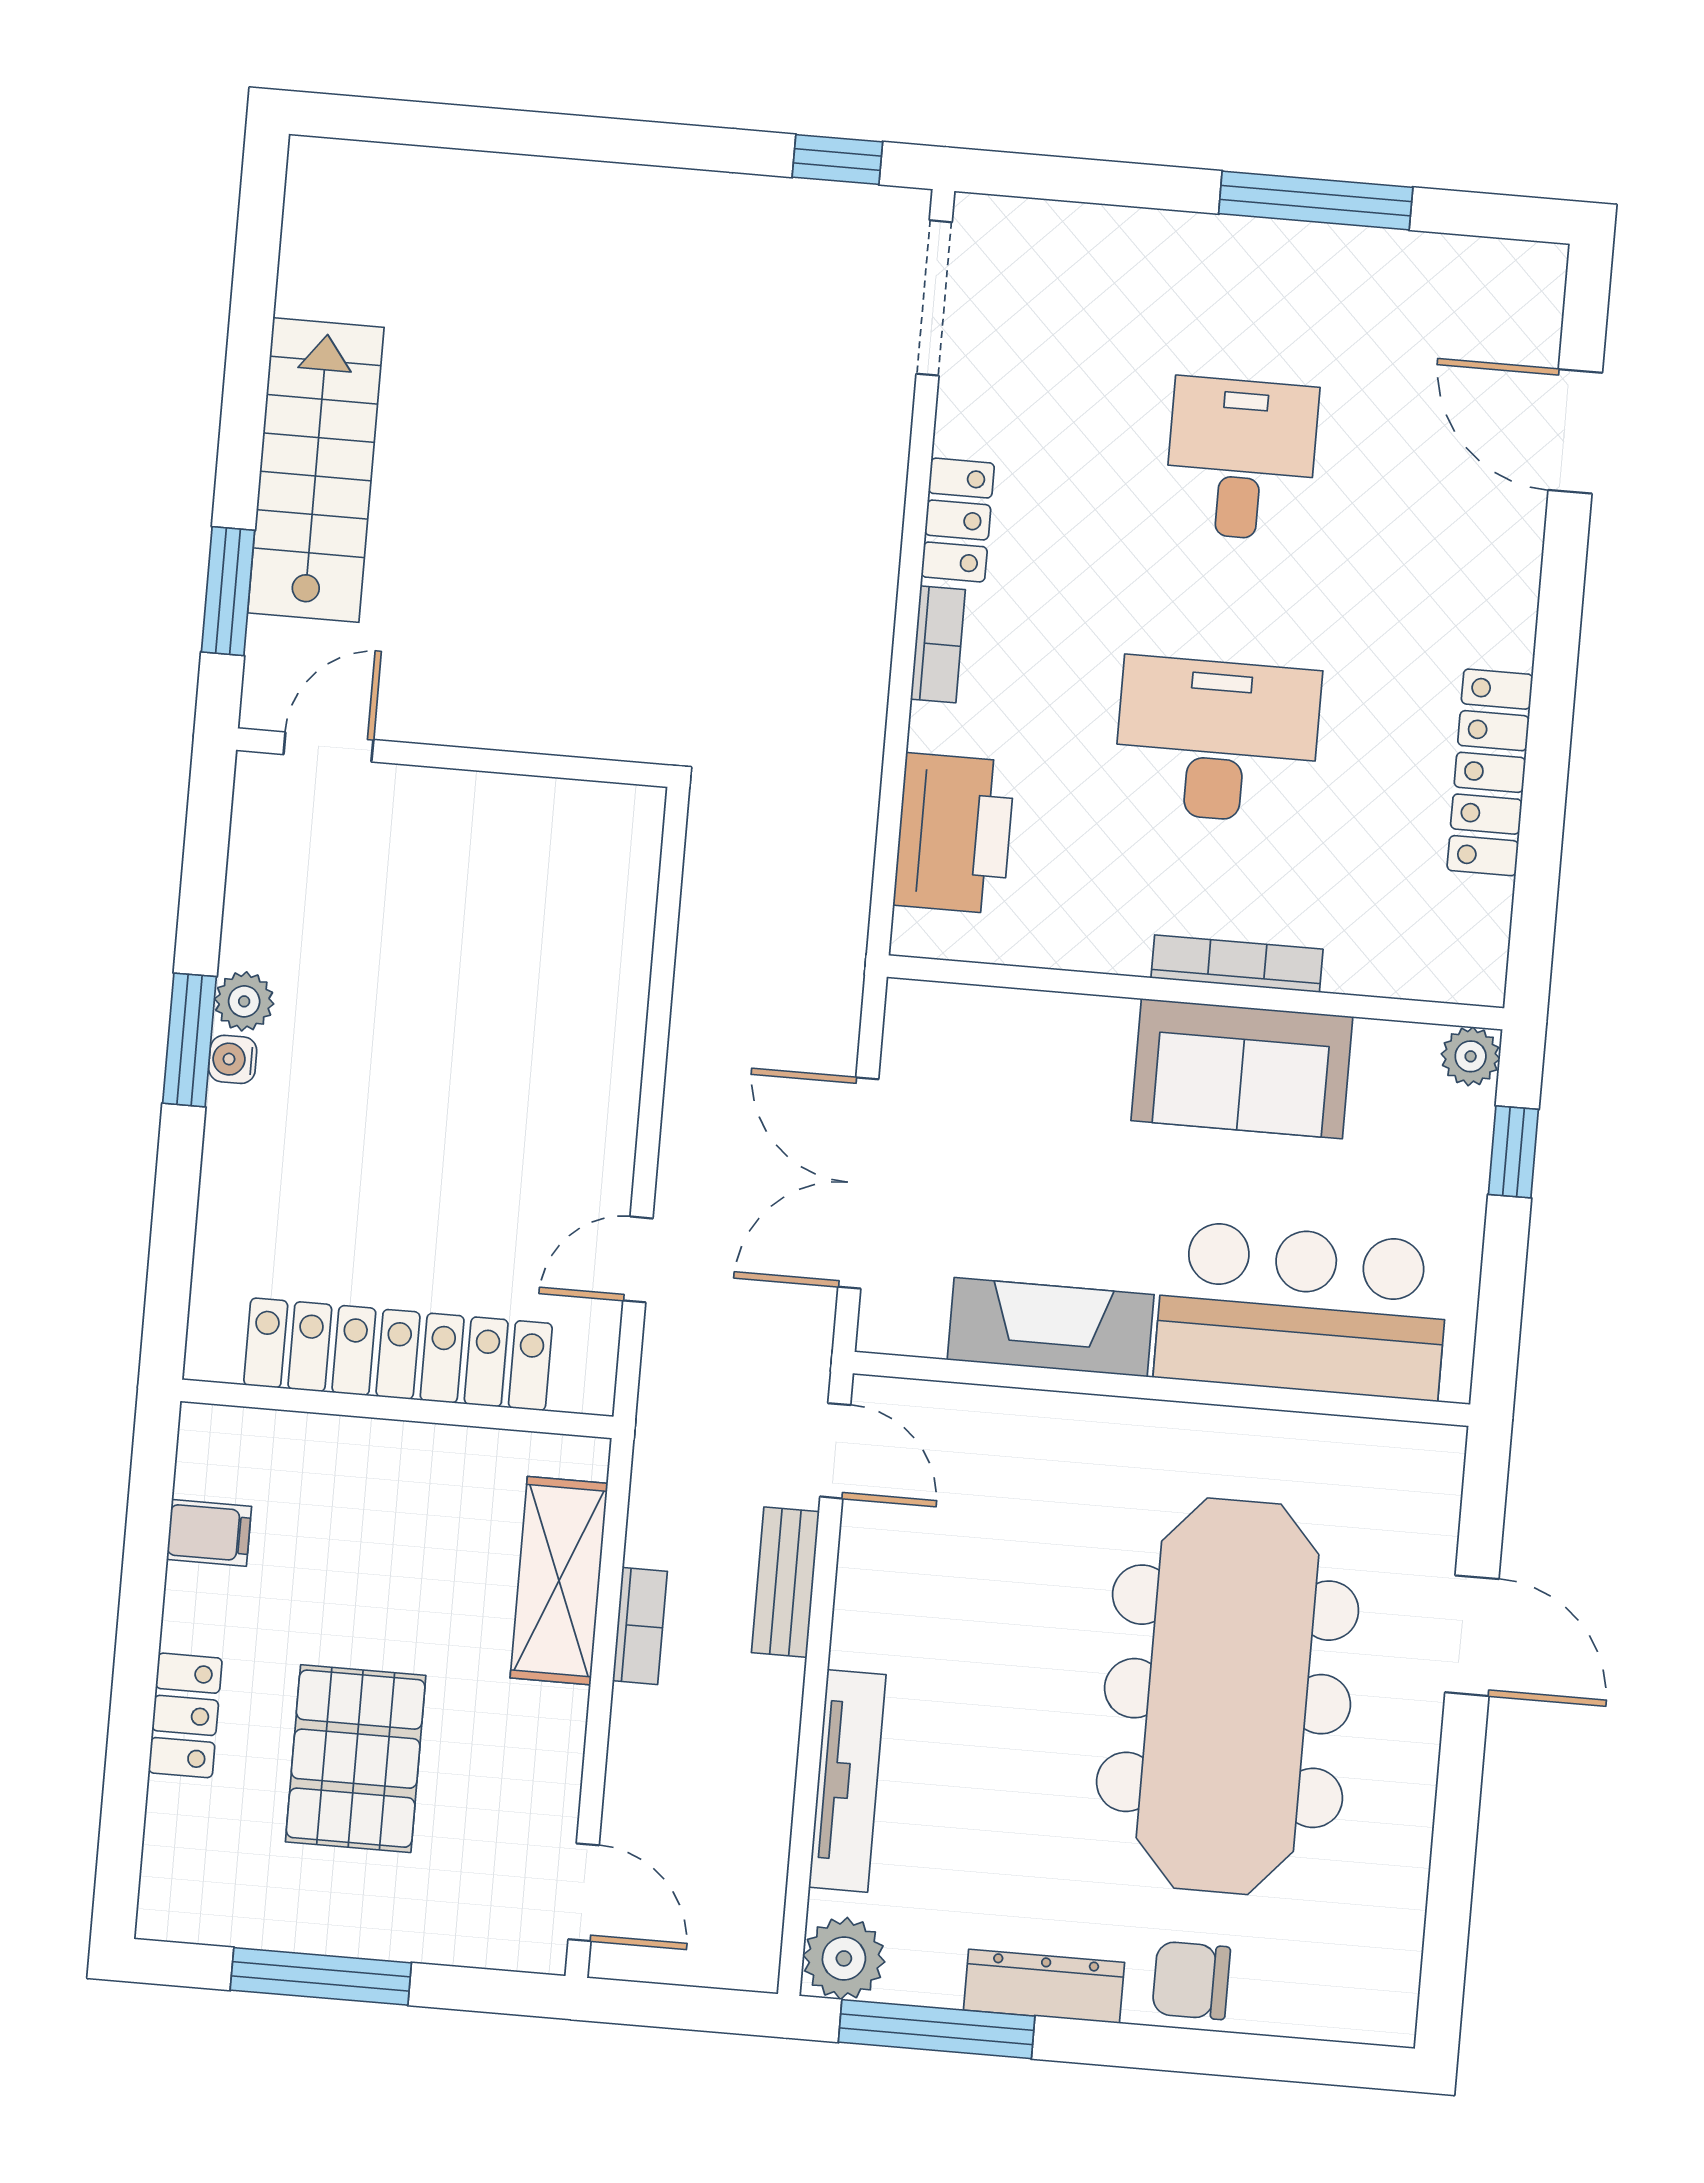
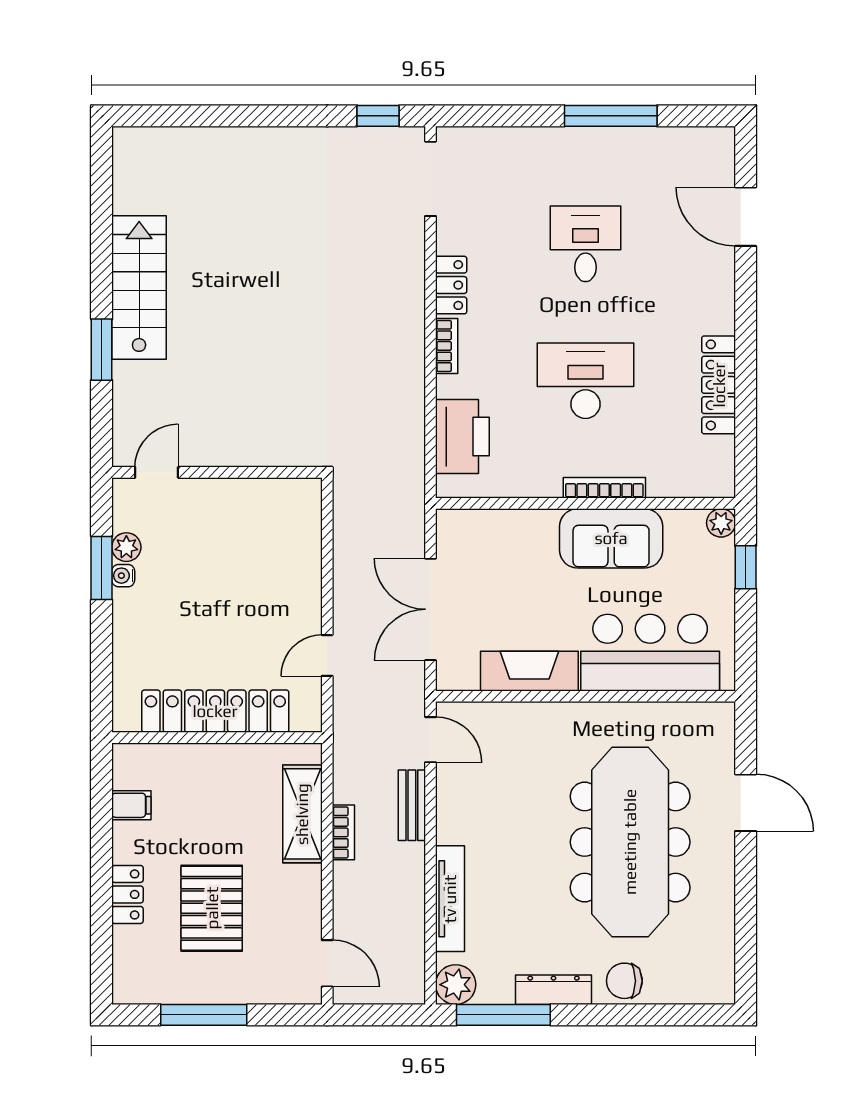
door: (328, 747) -> (157, 472), moved
wall: (453, 758) -> (217, 472), moved

